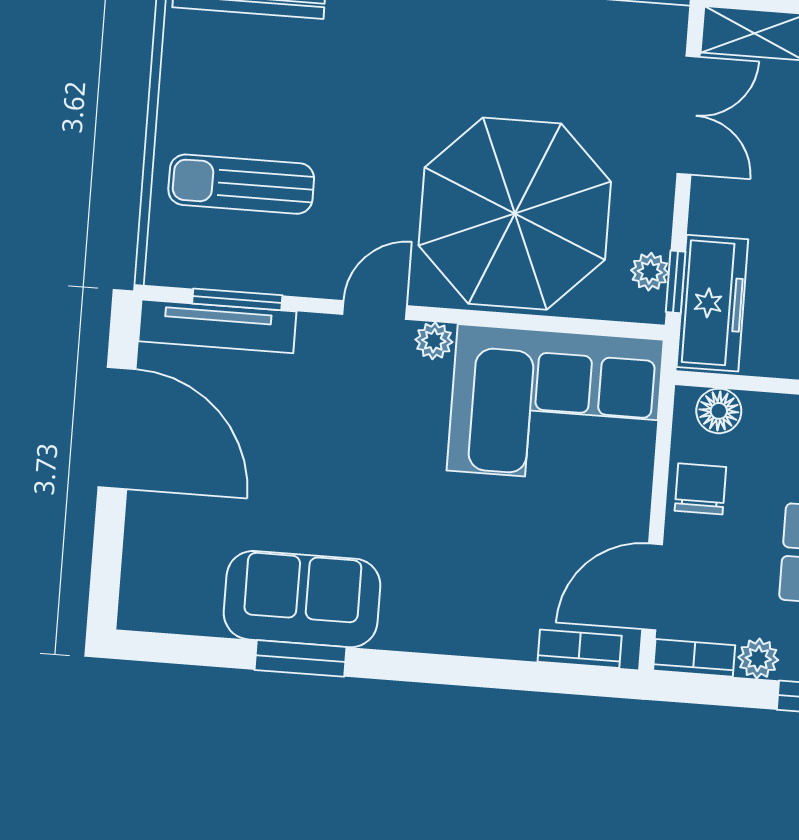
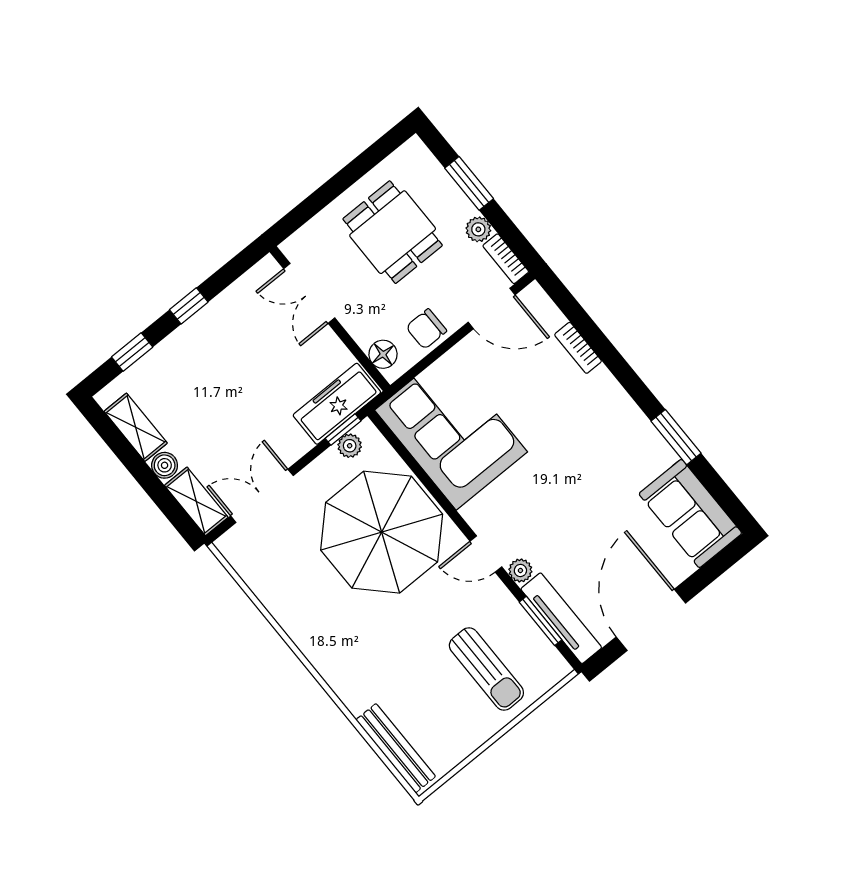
plant: (434, 341) -> (520, 570), moved
sofa: (302, 599) -> (690, 513), moved
bookcase: (580, 649) -> (578, 348), moved

